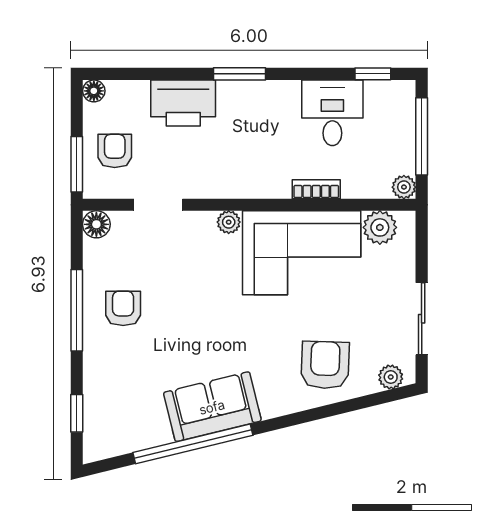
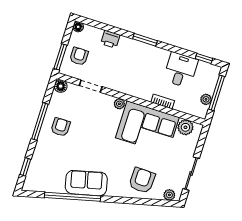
printer: (183, 103) -> (110, 39), width x0.53, depth x0.68
plant: (404, 187) -> (206, 99), moved

